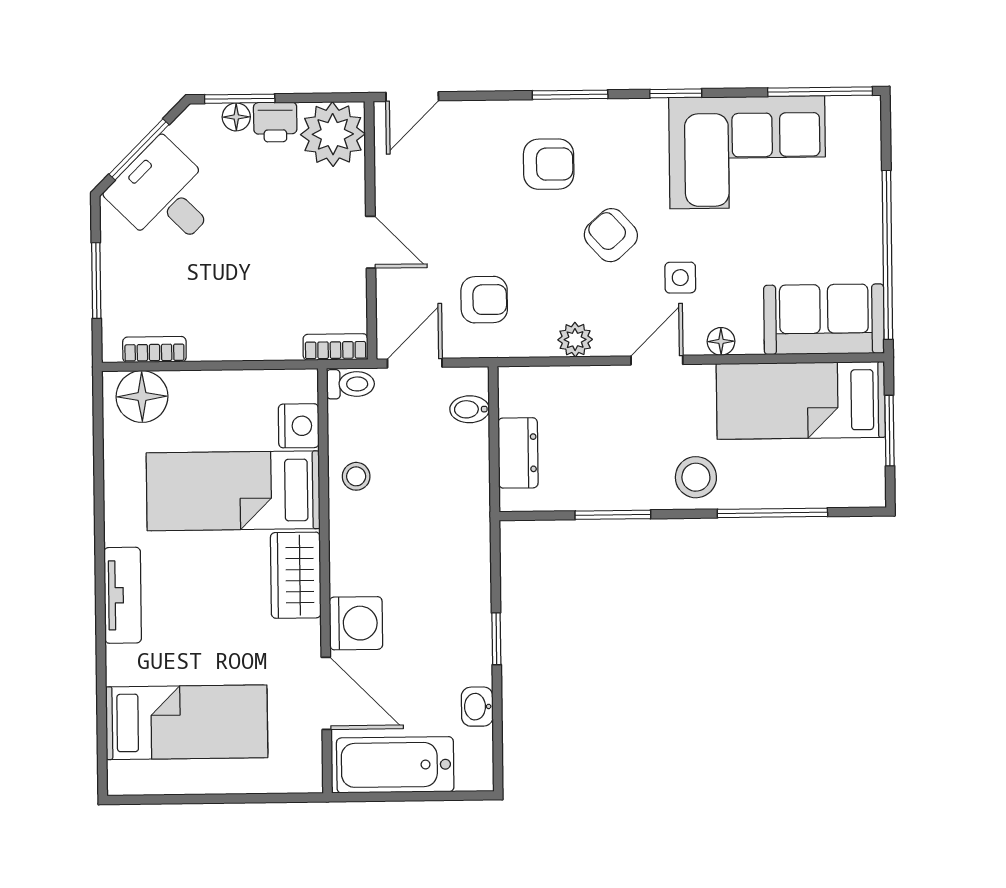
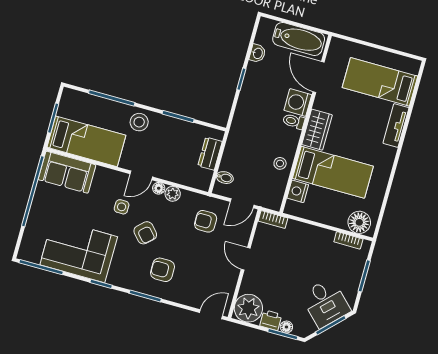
floor lamp: (721, 341) -> (159, 188), moved
toilet: (350, 384) -> (294, 121), moved
tv unit: (123, 595) -> (396, 125), moved

